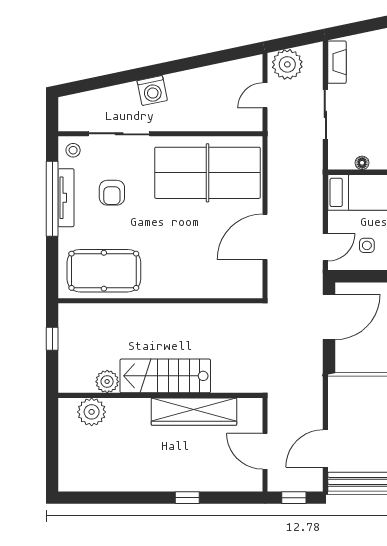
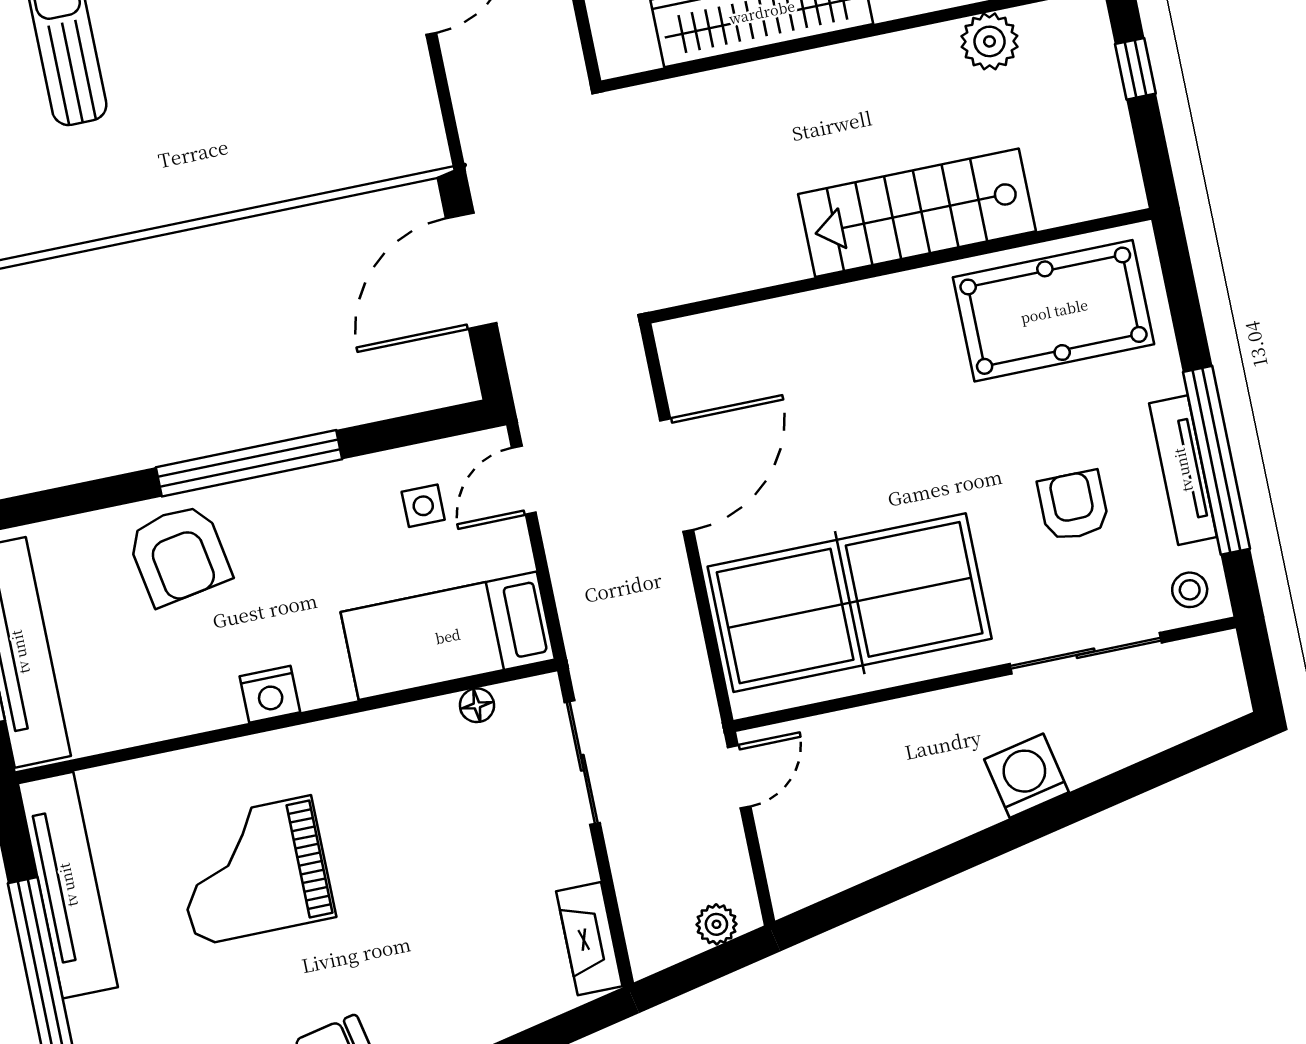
plant: (287, 64) -> (716, 924), width x0.53, depth x0.53
door: (265, 95) -> (739, 777), moved
sliding door: (325, 114) -> (582, 763), moved
door: (329, 317) -> (471, 271), moved
window: (52, 339) -> (1135, 69), moved
stairs: (165, 376) -> (917, 213), moved, turned 180

